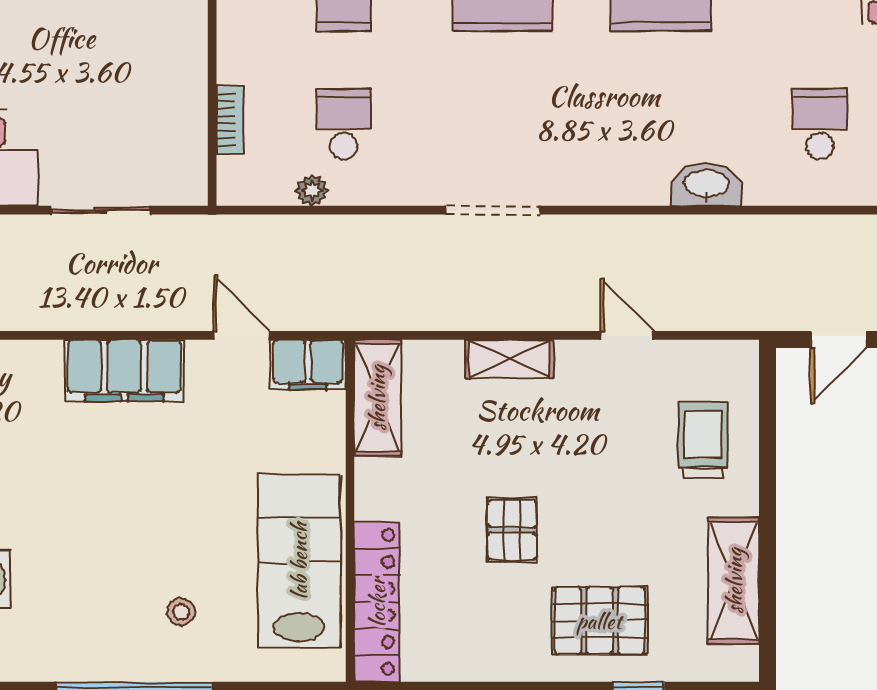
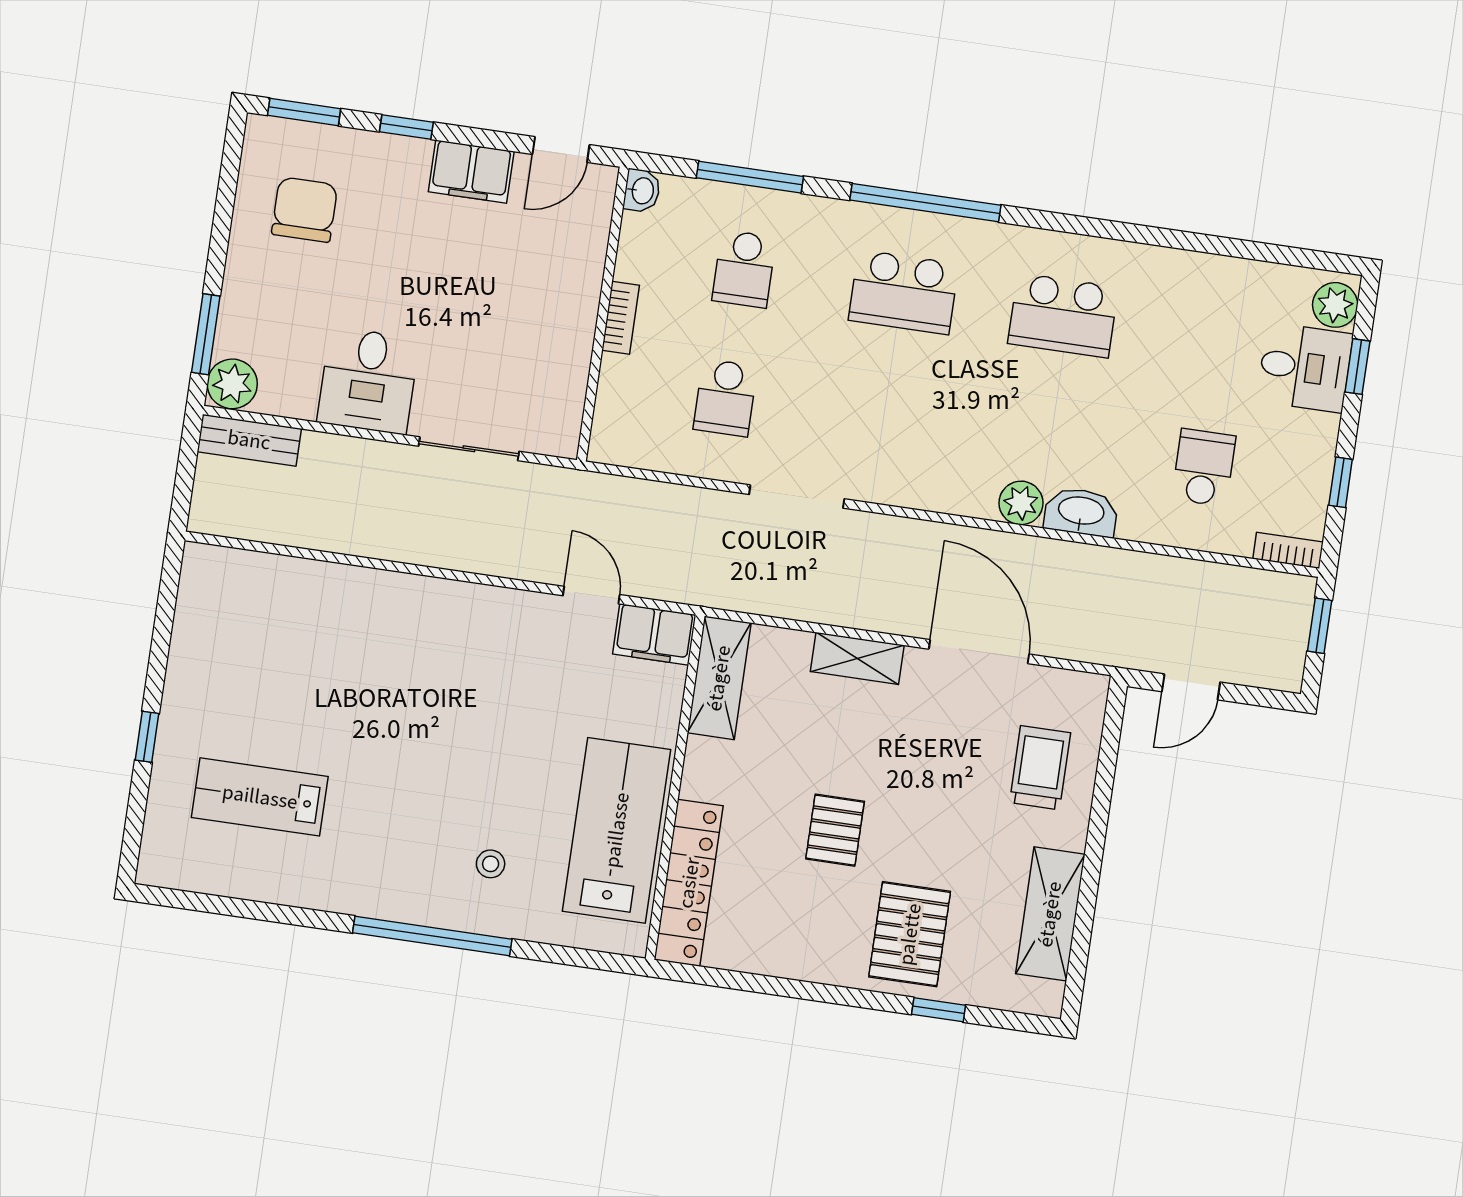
bookcase: (230, 120) -> (621, 318), moved
school desk: (344, 124) -> (725, 398), turned 180
plant: (312, 190) -> (1021, 503), moved, width x1.38, depth x1.38
doorway: (493, 210) -> (797, 497), moved
door: (627, 335) -> (979, 652), width x1.88
filing cabinet: (124, 370) -> (469, 613), removed
pallet: (599, 621) -> (910, 934), turned 90

